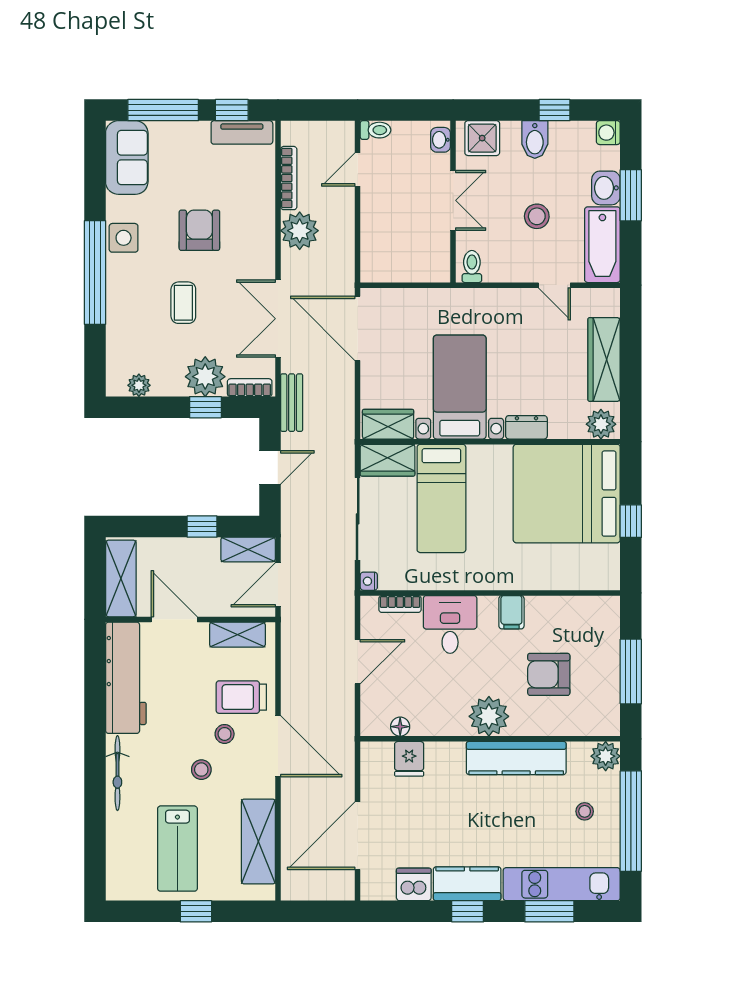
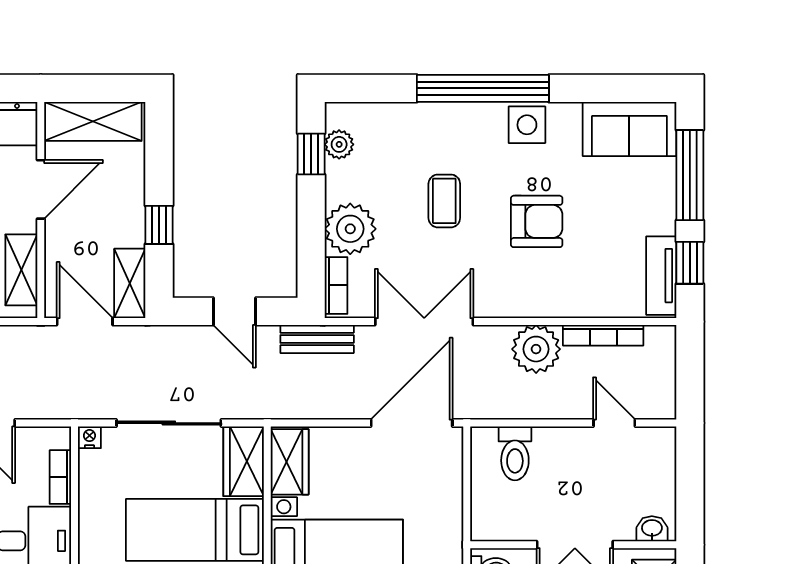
toilet: (376, 130) -> (515, 453), moved, width x1.37, depth x1.39
coffee table: (183, 303) -> (444, 201), turned 90
window: (205, 407) -> (311, 154), moved

